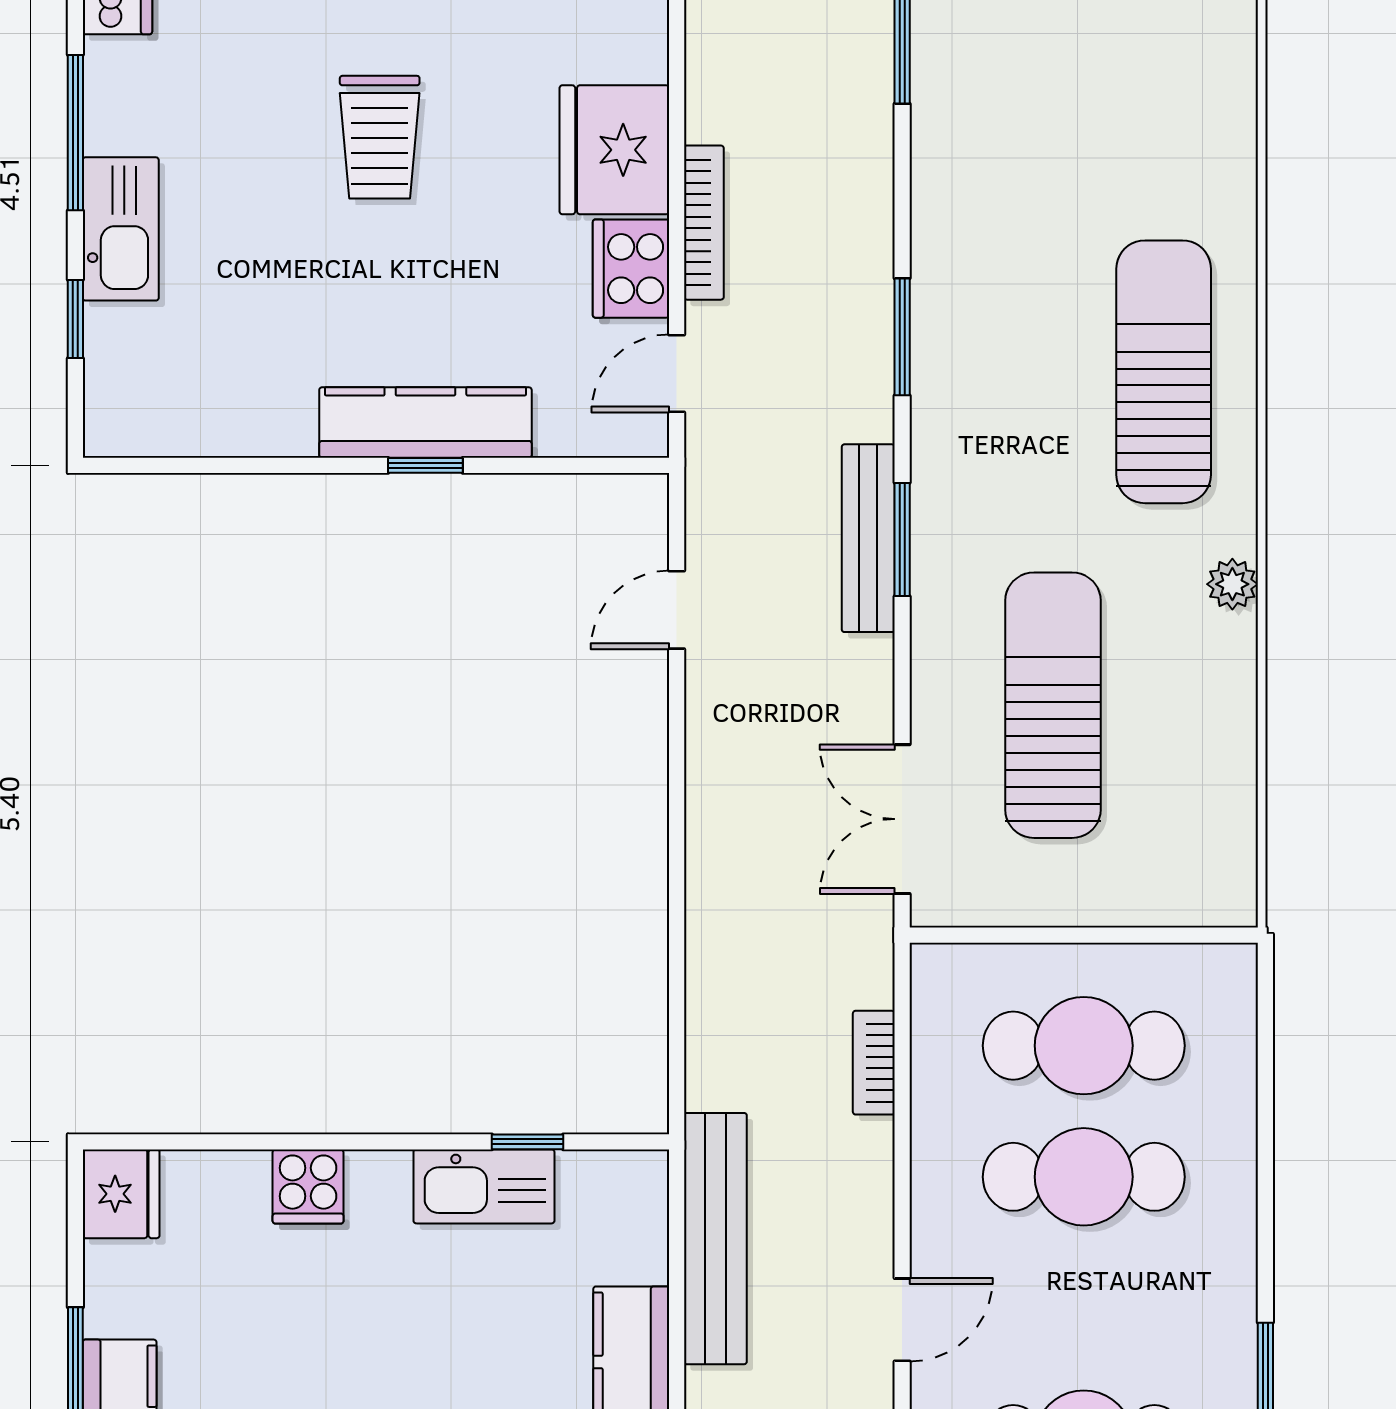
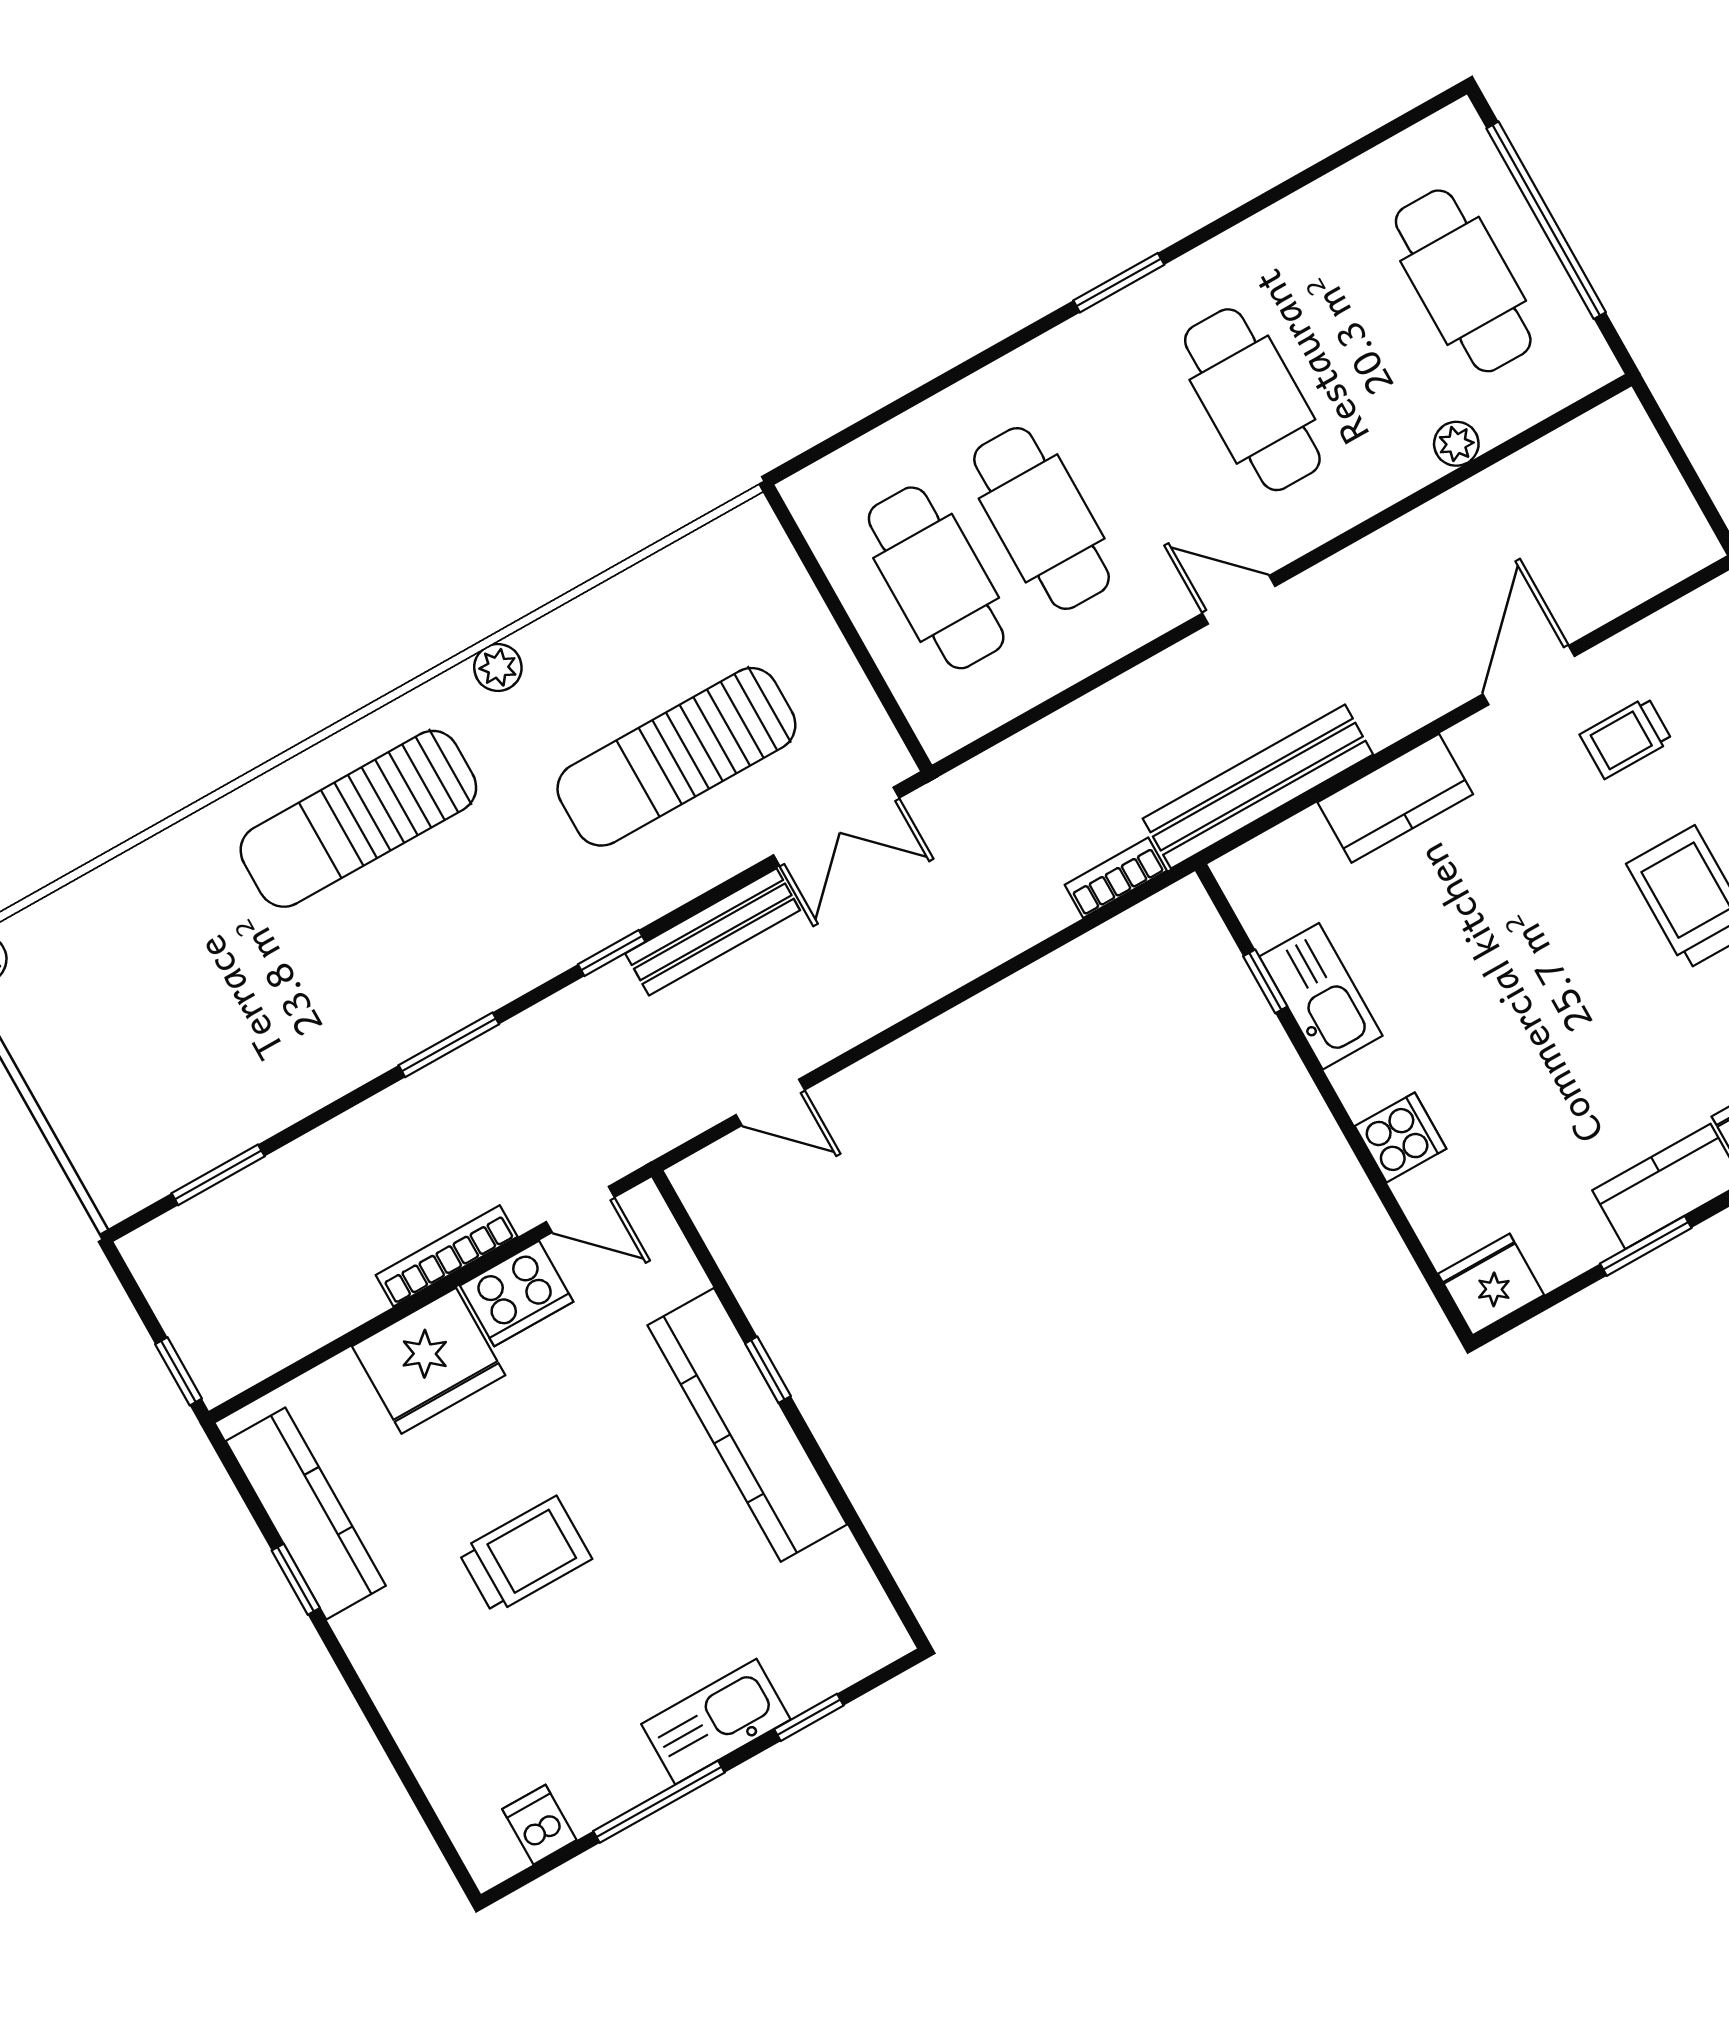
kitchen counter: (425, 422) -> (747, 1425), width x1.39, depth x1.17
bench: (868, 538) -> (713, 932), moved
window: (902, 540) -> (612, 953), width x0.67
bookcase: (874, 1063) -> (1116, 878), moved, turned 180

